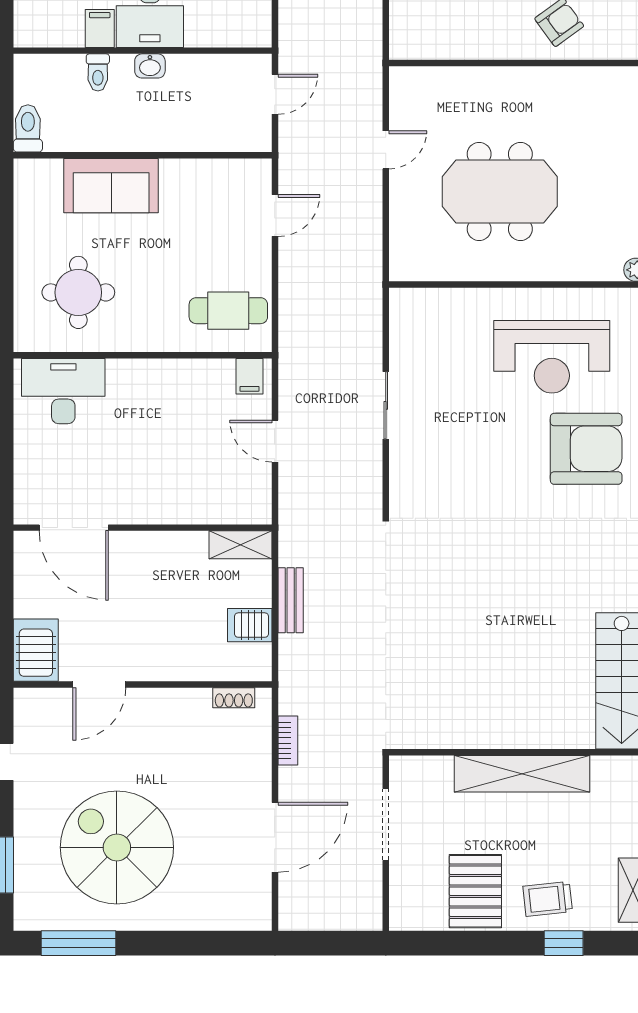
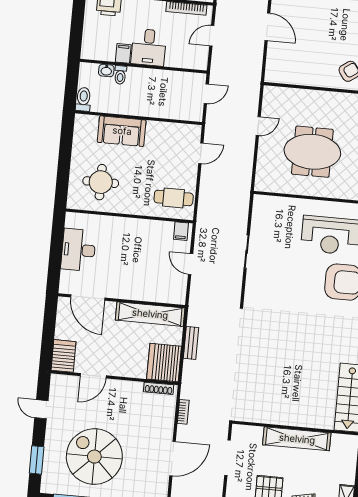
washbasin: (150, 66) -> (106, 70), moved
desk: (63, 391) -> (78, 250), moved, turned -90
shelving: (241, 545) -> (150, 314), width x2.20, depth x1.33
server rack: (250, 625) -> (164, 363), width x2.18, depth x1.44
shoe rack: (234, 698) -> (159, 388), width x1.43

